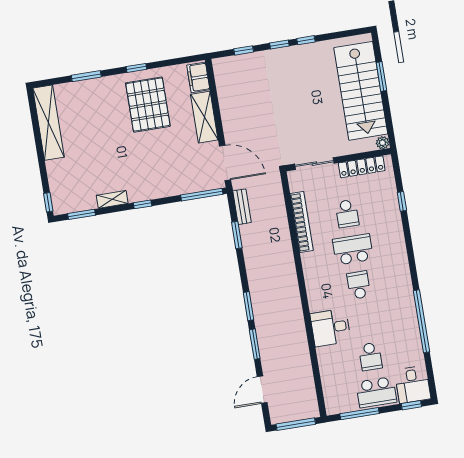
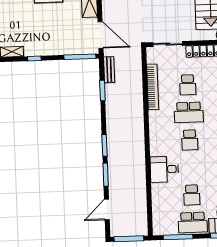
school desk: (353, 249) -> (189, 112), turned 180
school desk: (359, 285) -> (190, 140), turned 180

